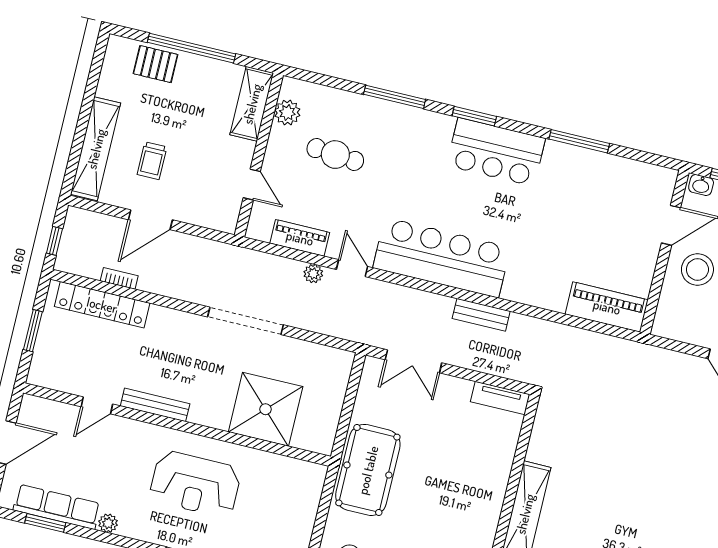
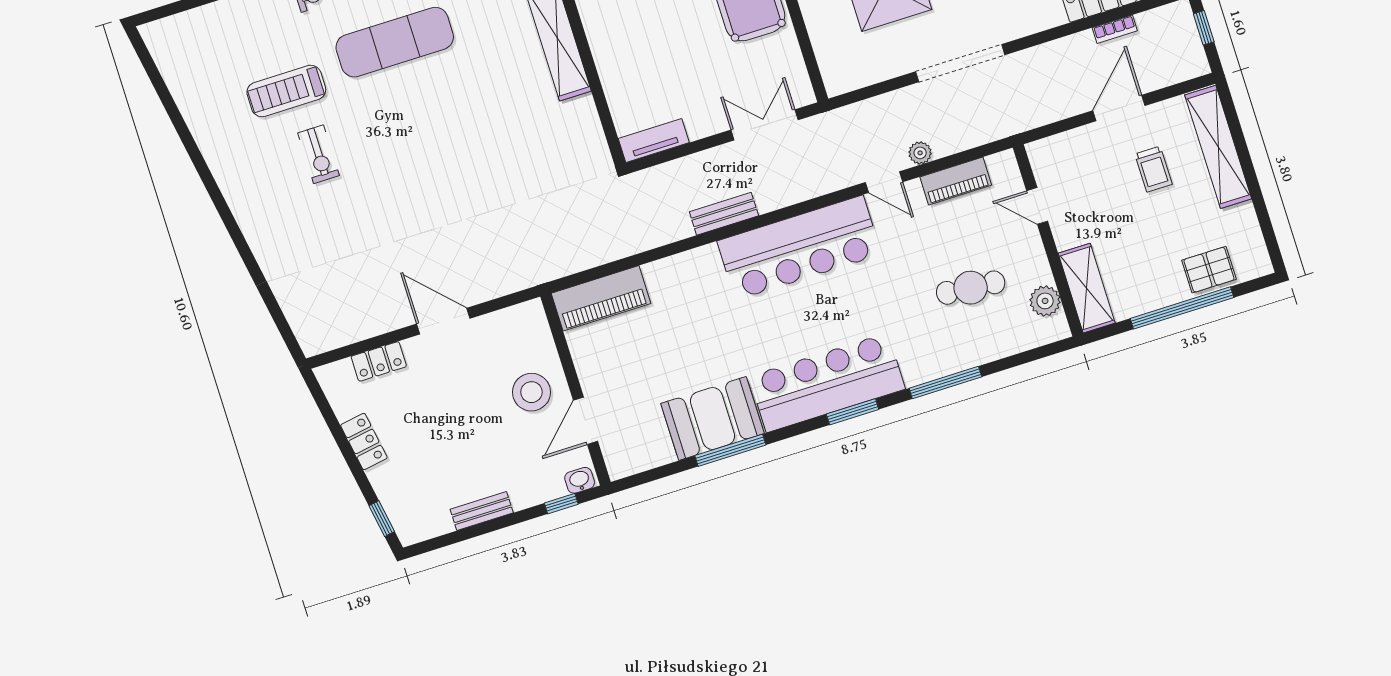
bar counter: (496, 152) -> (827, 383), width x1.36
trolley: (152, 161) -> (1153, 169), turned 180
booth: (578, 172) -> (712, 418), added

